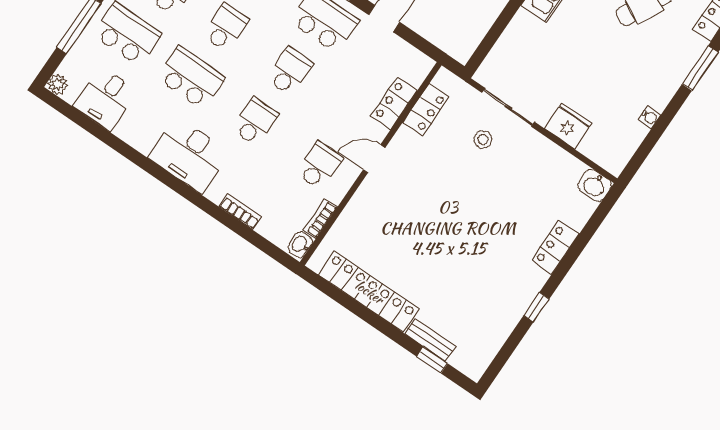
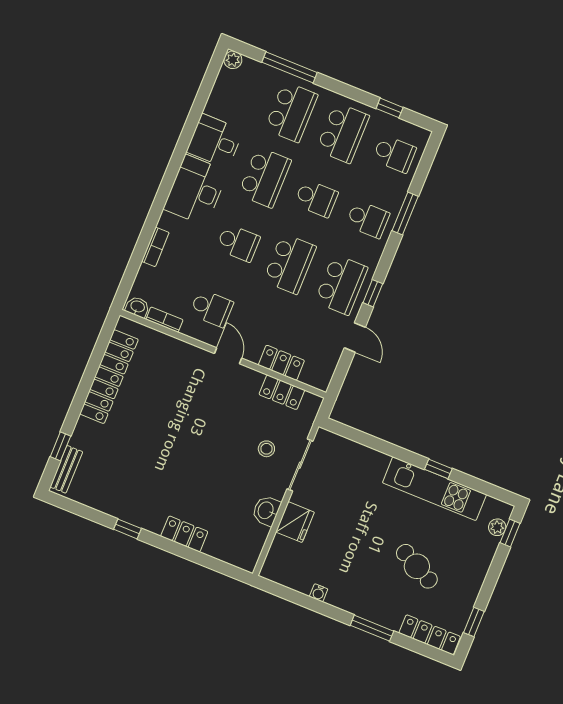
school desk: (290, 71) -> (290, 264), width x1.85
desk: (106, 99) -> (215, 141), moved
washbasin: (595, 185) -> (266, 511), moved
bench: (430, 340) -> (66, 469), moved

